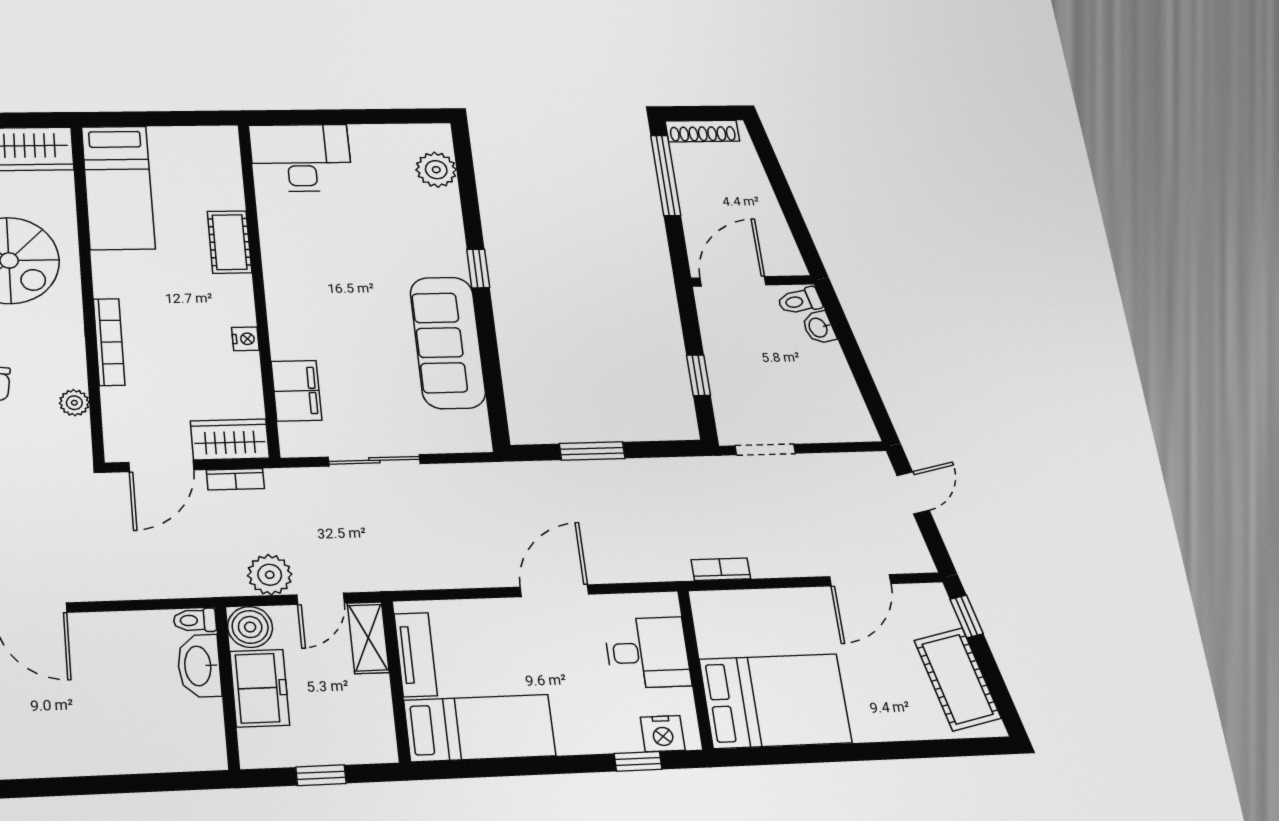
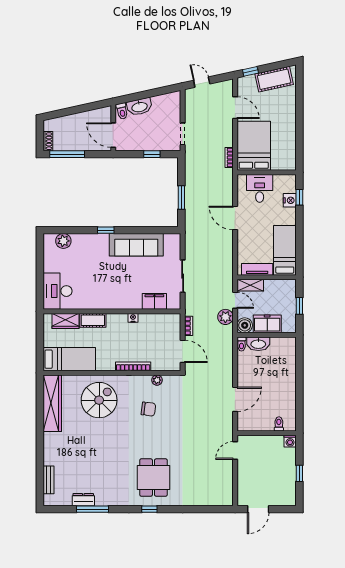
shoe rack: (702, 131) -> (48, 141), width x0.70
washbasin: (819, 327) -> (139, 107), width x1.91, depth x1.45
wardrobe: (230, 439) -> (66, 321), moved, turned -90
bed: (775, 701) -> (254, 146), moved
nightstand: (663, 734) -> (290, 200), moved

